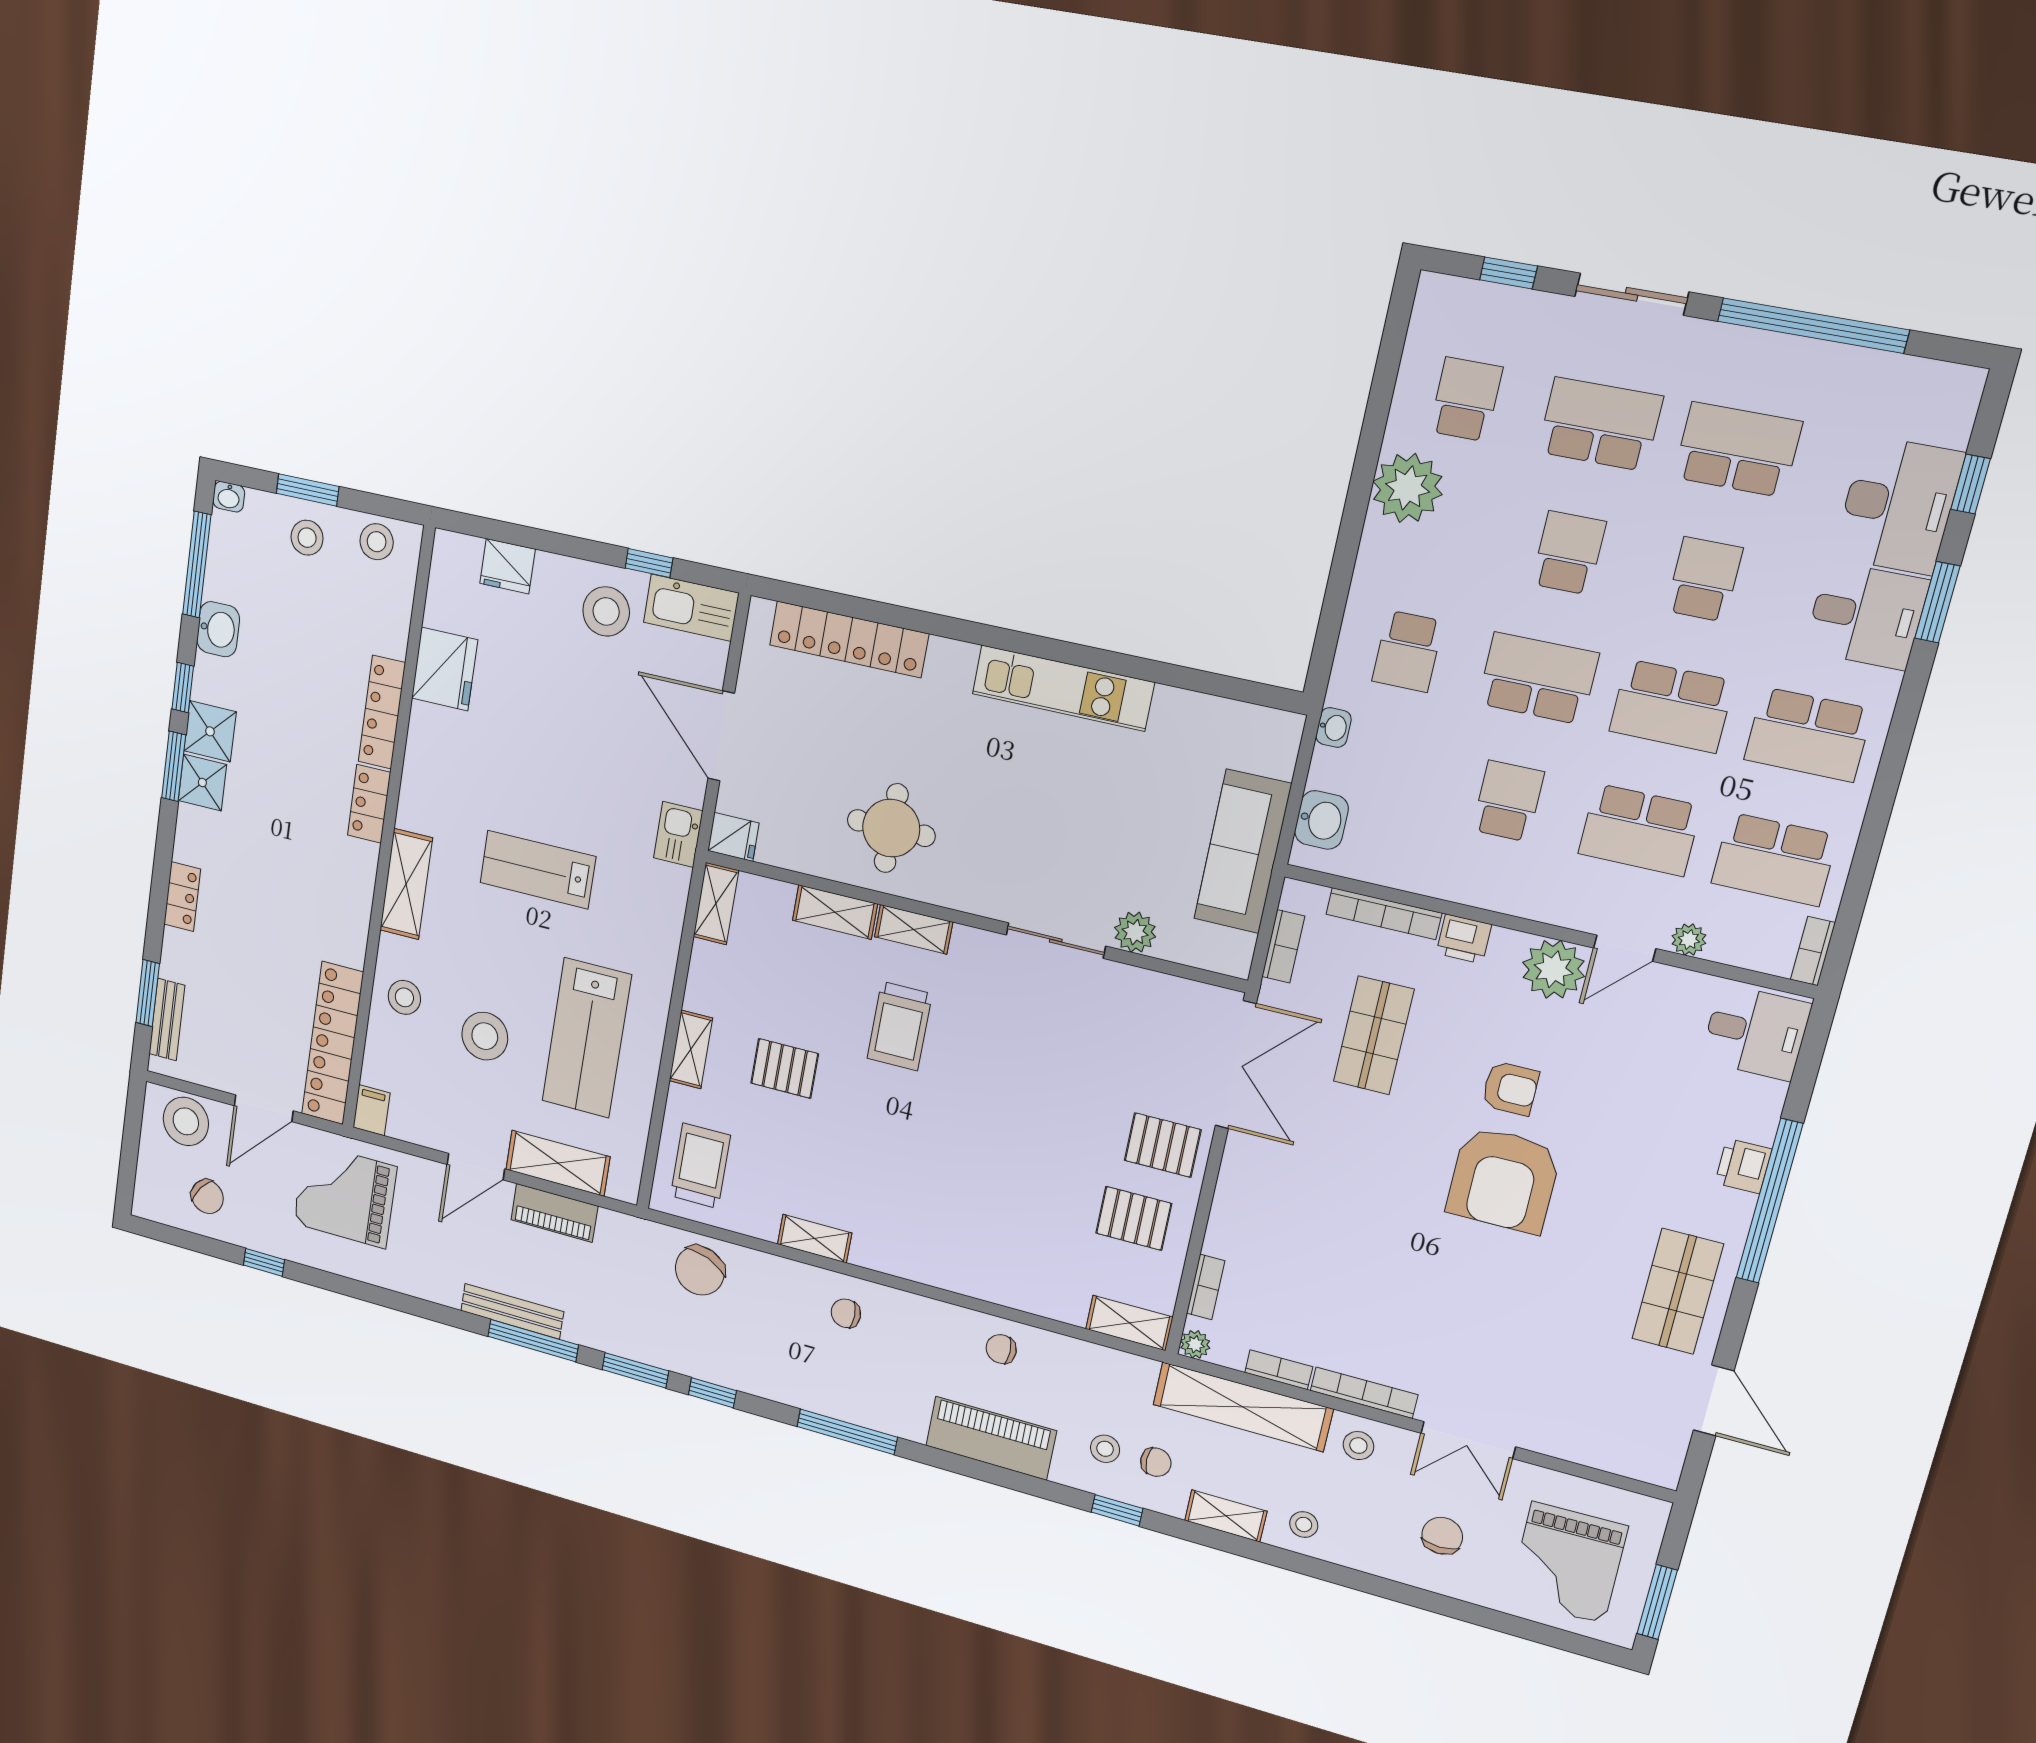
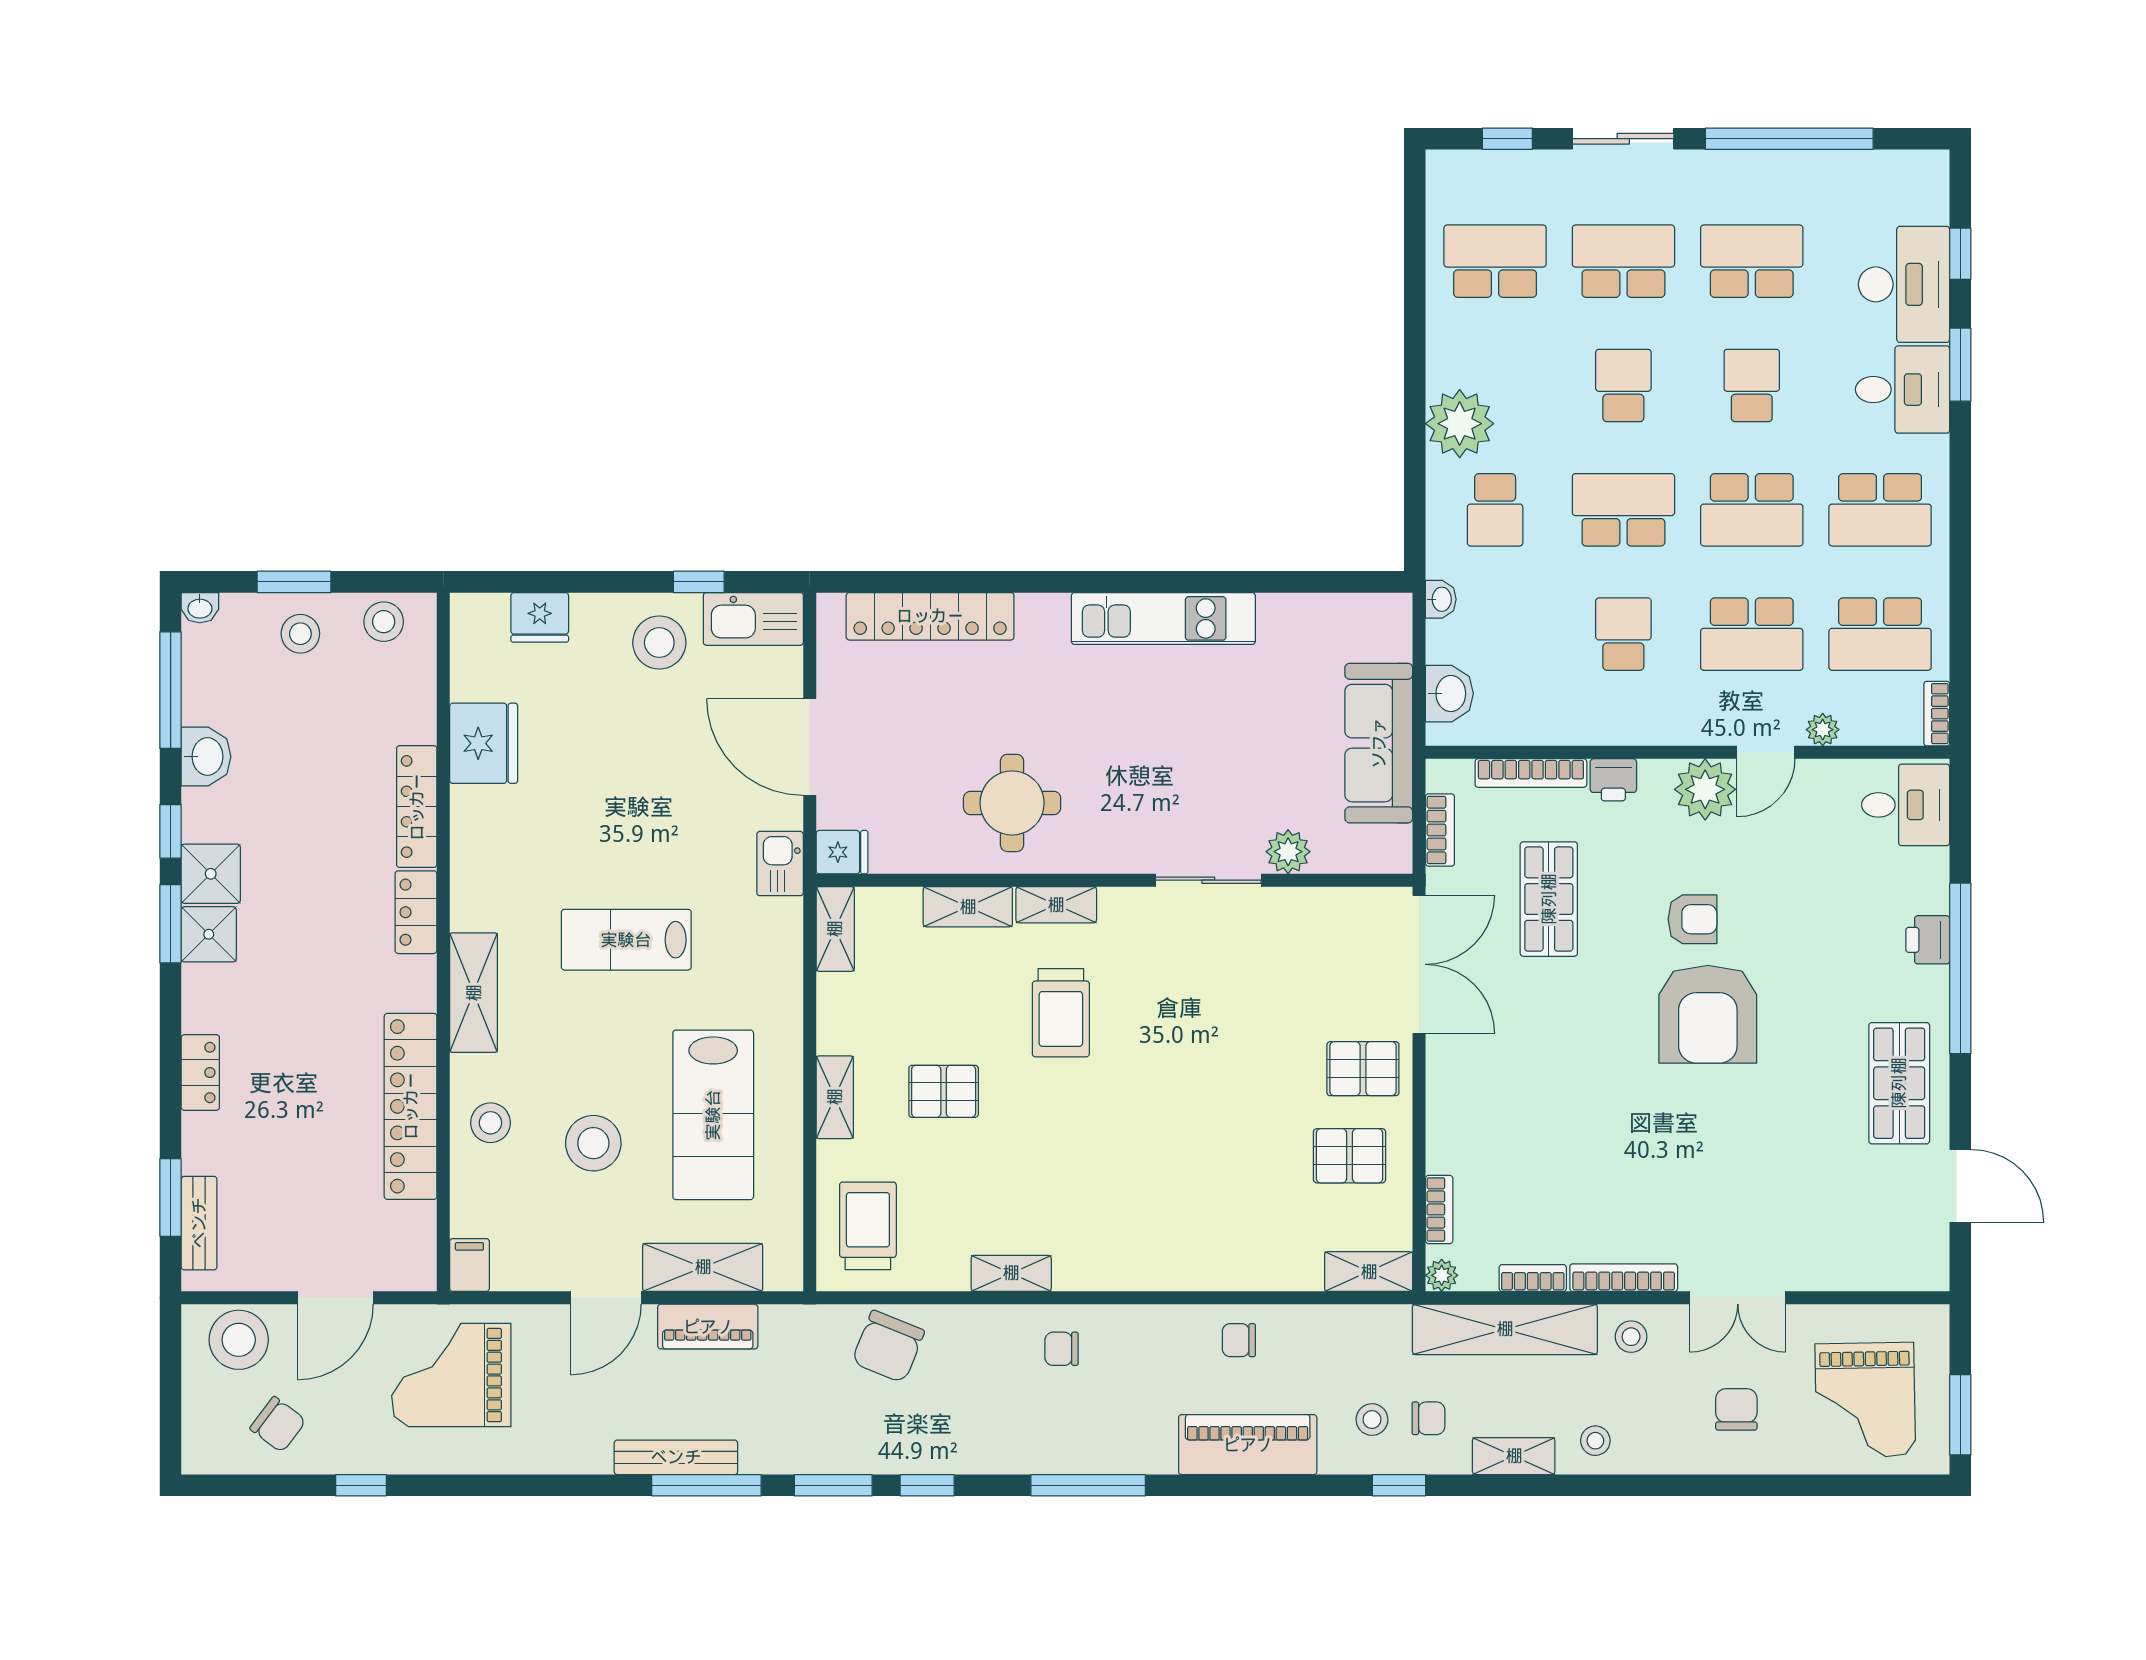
school desk: (1466, 399) -> (1495, 261), width x1.85
plant: (1408, 488) -> (1460, 424), moved
locker: (333, 1043) -> (411, 1106), moved

